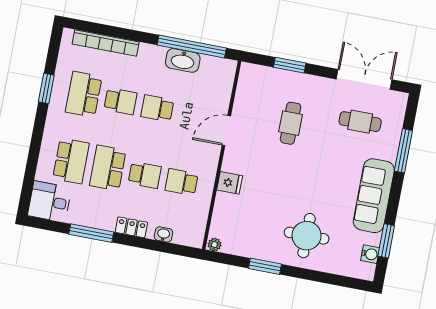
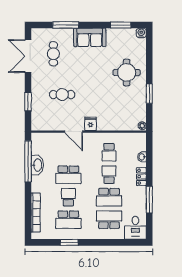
school desk: (157, 108) -> (68, 175), width x1.85
fridge: (230, 183) -> (91, 124), moved
sofa: (374, 196) -> (90, 37), width x0.73
water cooler: (370, 254) -> (141, 33), moved

